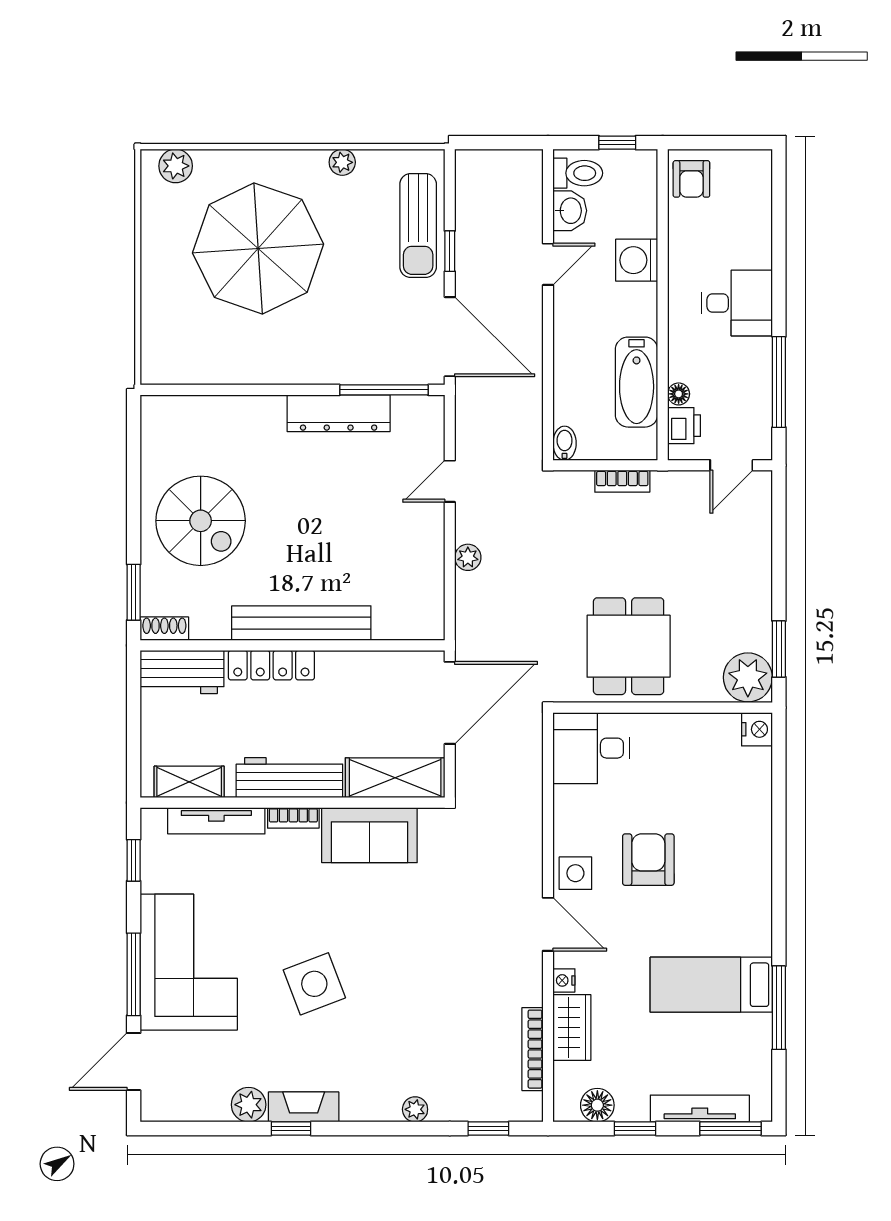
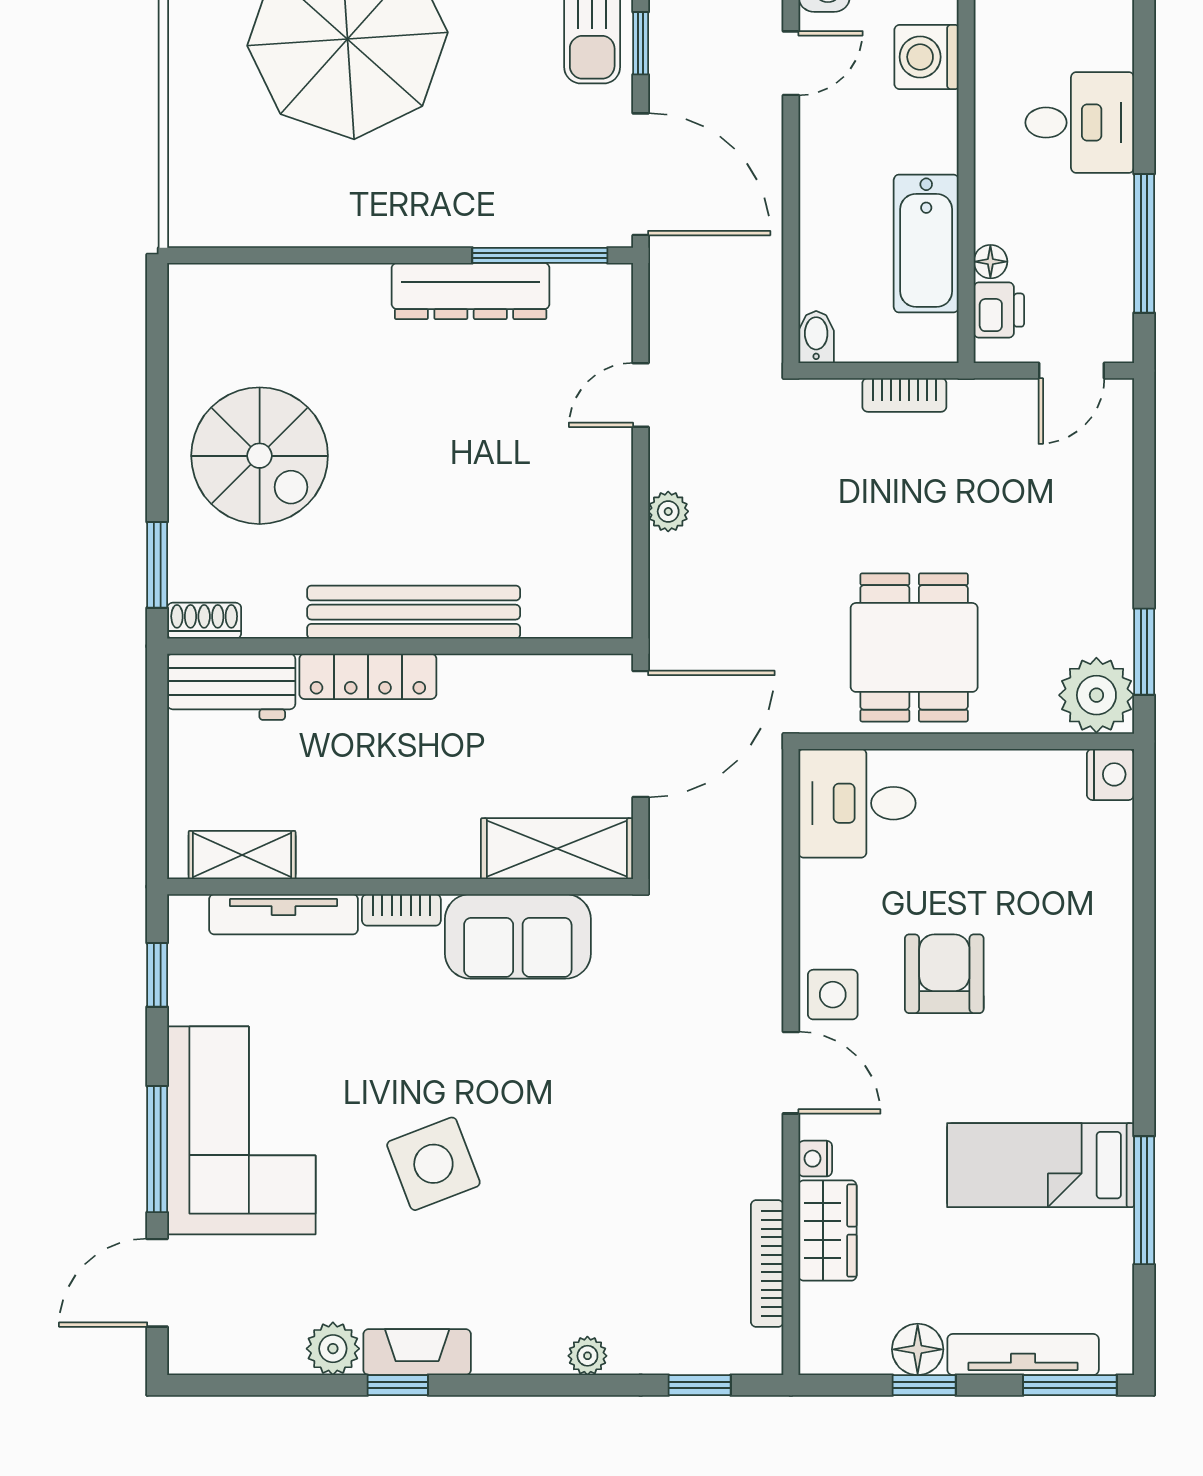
workbench: (289, 778) -> (395, 849), removed
floor lamp: (597, 1105) -> (918, 1349), moved

